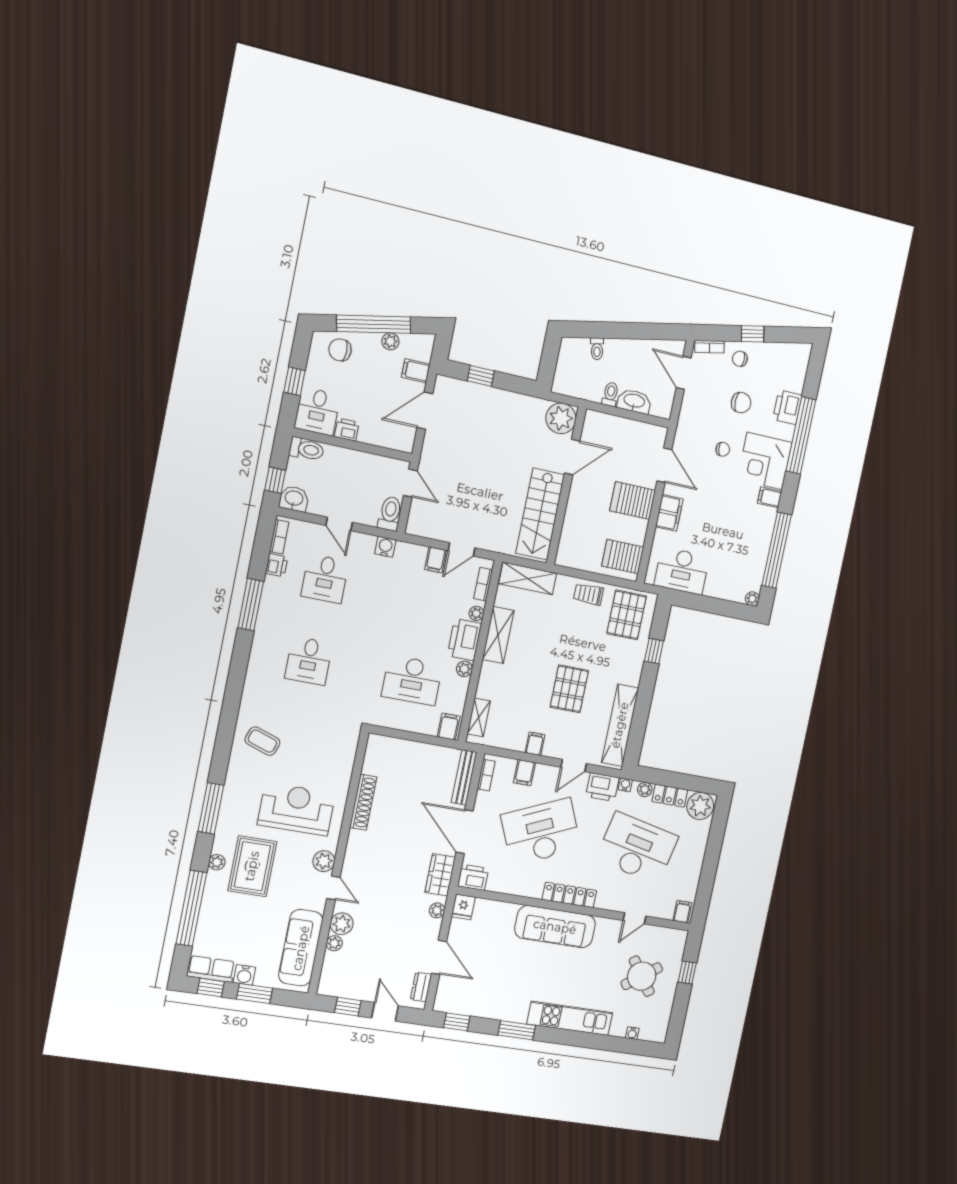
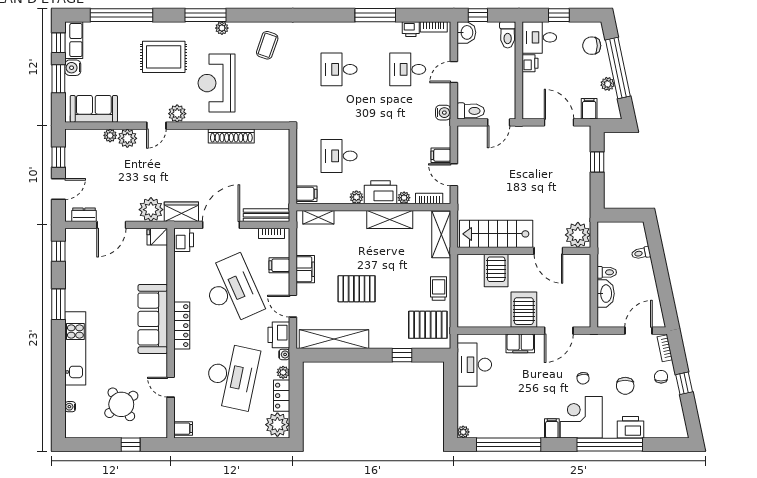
chair: (340, 350) -> (592, 46), turned -90
server rack: (623, 557) -> (496, 271), moved, turned 180
desk: (412, 680) -> (339, 156), width x0.73
filing cabinet: (535, 744) -> (305, 269), width x2.00
reception desk: (296, 809) -> (217, 83), turned 180
plant: (217, 862) -> (222, 28), moved
plant: (437, 910) -> (151, 210), width x1.87, depth x1.87
sofa: (301, 948) -> (94, 109), width x0.73

